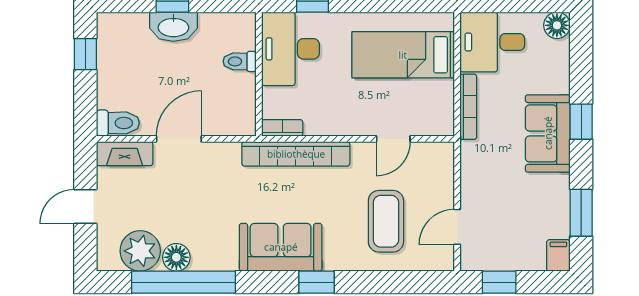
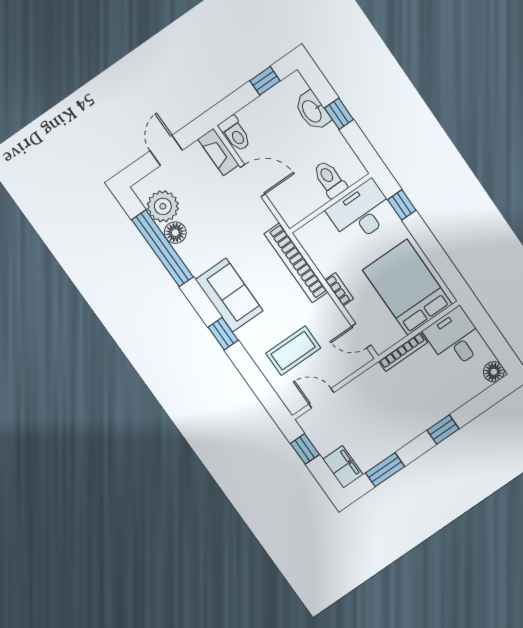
washbasin: (173, 27) -> (312, 111), moved
bed: (403, 55) -> (407, 287), width x1.50
toilet: (240, 61) -> (330, 179), width x1.37, depth x1.39
bookcase: (282, 128) -> (339, 289), moved
sofa: (548, 133) -> (421, 414), removed
door: (393, 139) -> (361, 336), moved
door: (85, 207) -> (166, 150), hinge flipped
filing cabinet: (558, 255) -> (343, 467), width x2.00

